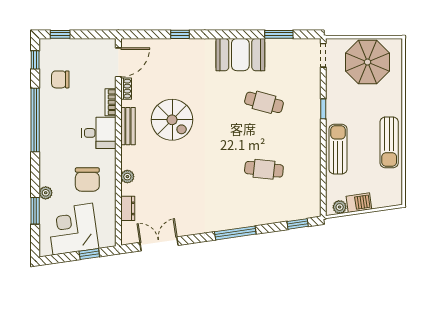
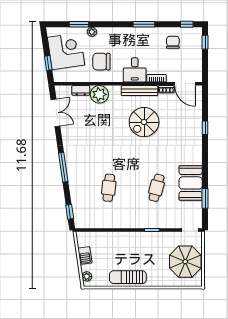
booth: (240, 55) -> (191, 183), moved
window: (35, 120) -> (144, 24), width x0.47
bench: (128, 126) -> (139, 91), width x1.36
sun lounger: (338, 149) -> (123, 241), removed
plant: (127, 177) -> (99, 94), width x1.88, depth x1.88
plant: (340, 207) -> (87, 276), moved

